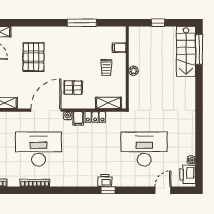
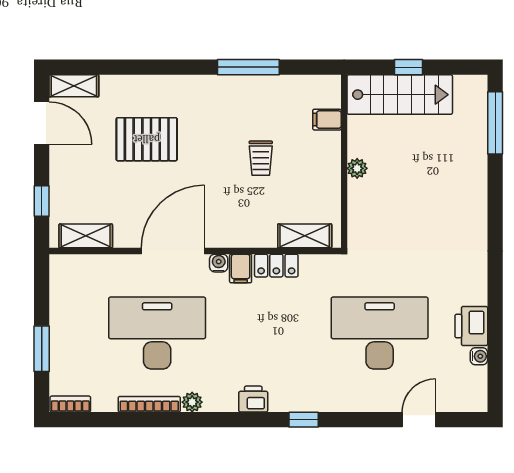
stairs: (186, 51) -> (400, 95), moved, turned -90
pallet: (34, 57) -> (147, 139), turned 90
trolley: (106, 68) -> (261, 158), moved
pallet: (73, 88) -> (230, 204), removed
printer: (188, 174) -> (471, 326), moved
printer: (105, 180) -> (253, 399), moved
plant: (55, 182) -> (192, 402), added

